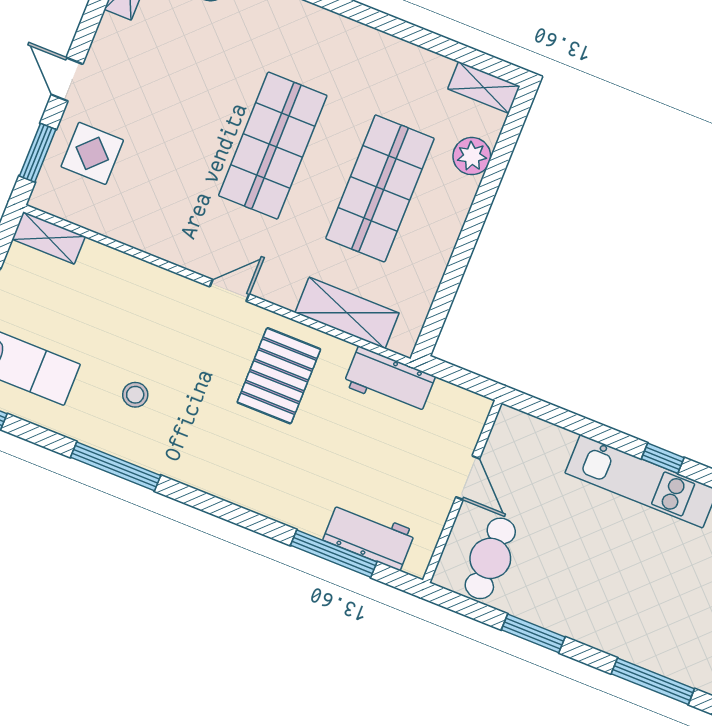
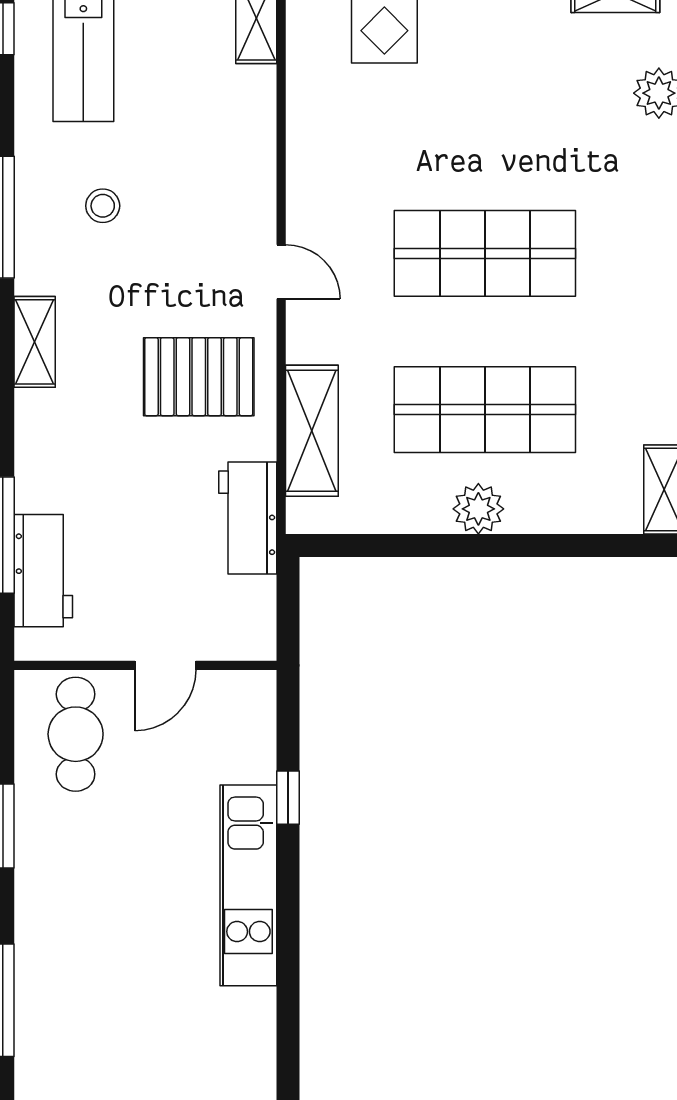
plant: (472, 156) -> (478, 509), moved
window: (663, 458) -> (288, 798), moved
shelving: (210, 479) -> (35, 342), added
cafe table: (490, 558) -> (76, 734), turned 90

